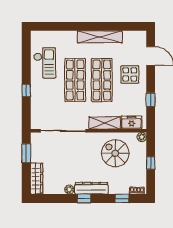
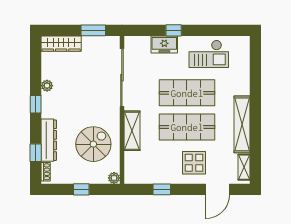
shelving: (133, 35) -> (244, 167), added
freezer: (132, 123) -> (164, 45), moved, turned 90
dresser: (91, 188) -> (49, 140), moved

